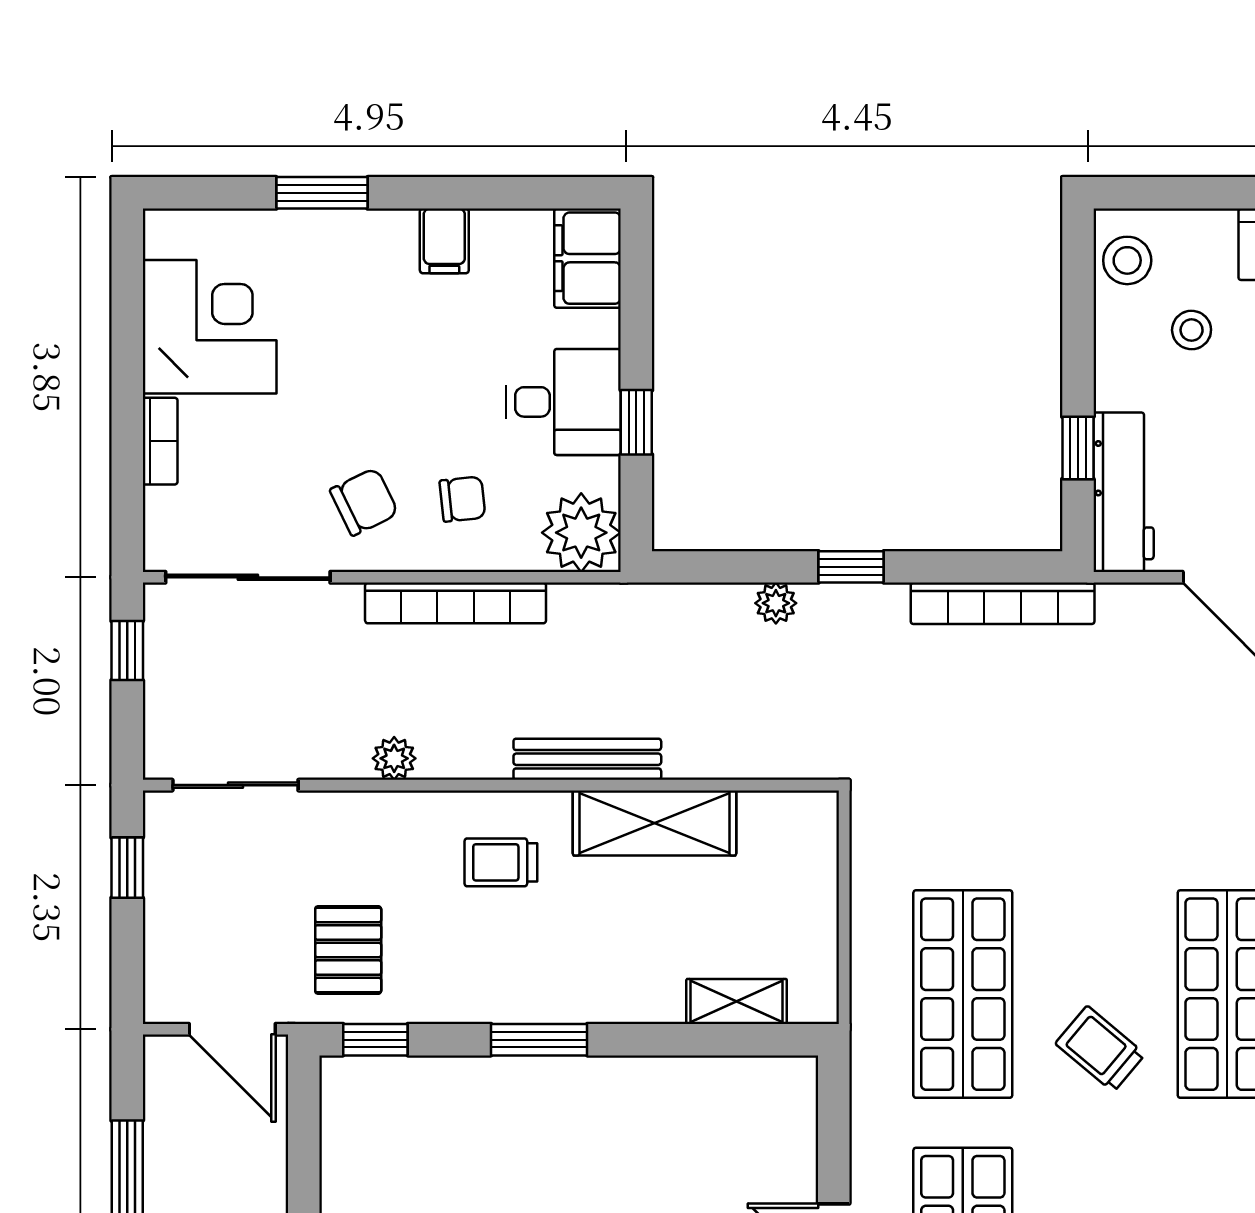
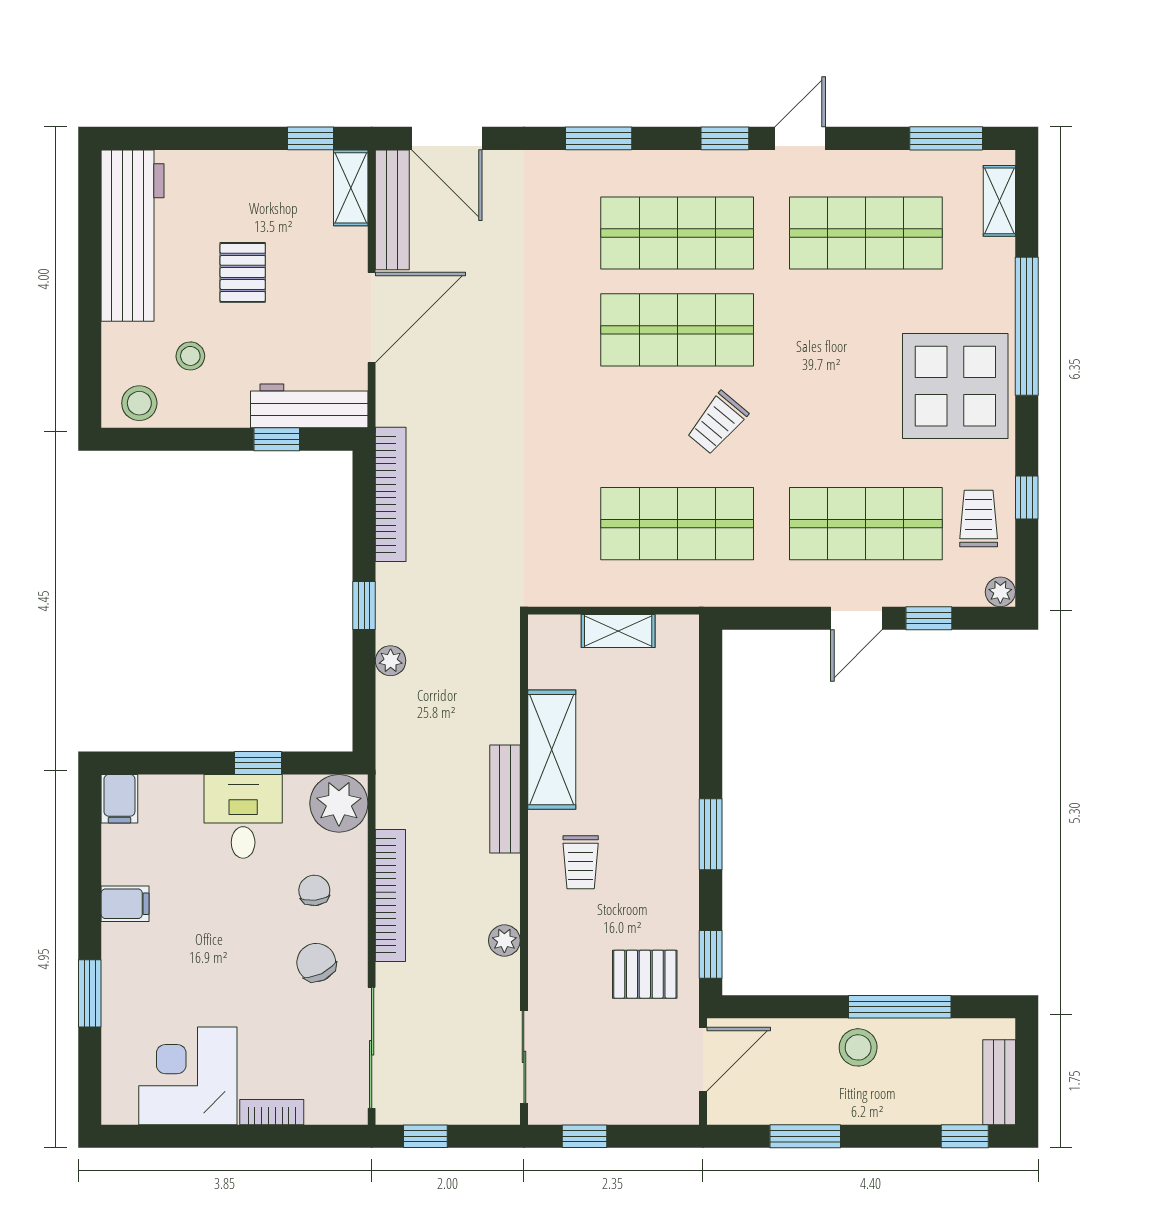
filing cabinet: (588, 258) -> (119, 799), width x0.50
shelving: (737, 1002) -> (618, 631), moved, turned 90

